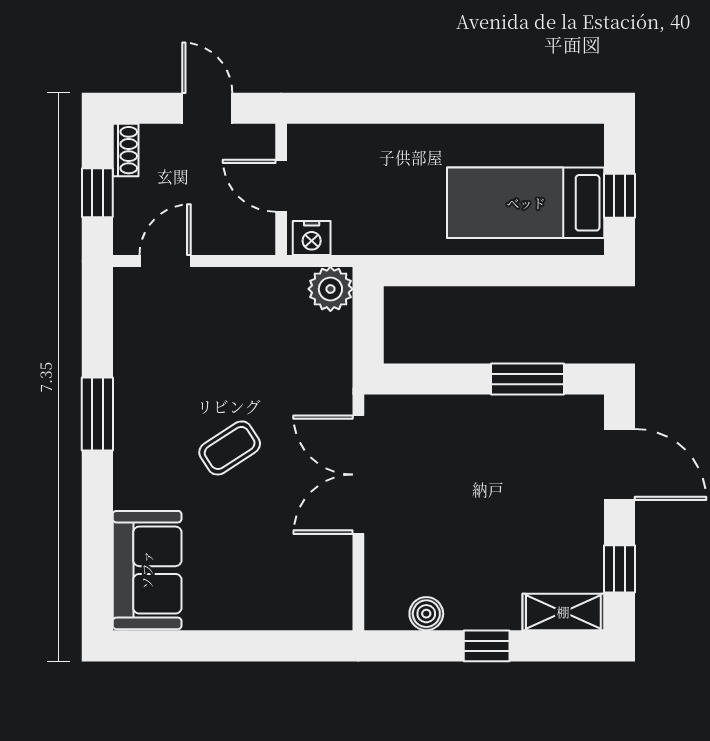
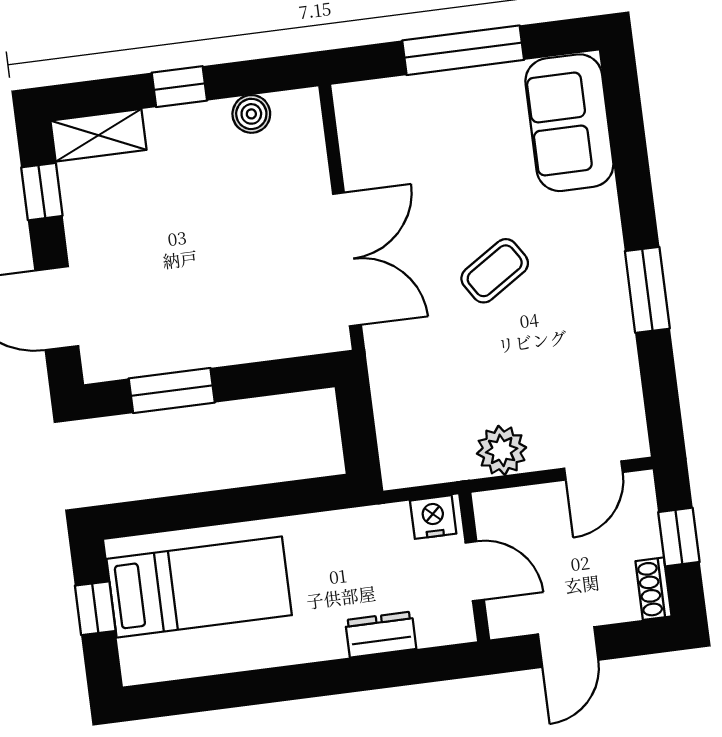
door: (207, 108) -> (568, 647), hinge flipped
dresser: (371, 141) -> (381, 634), added
plant: (330, 289) -> (502, 450), moved
window: (233, 646) -> (463, 50), added

